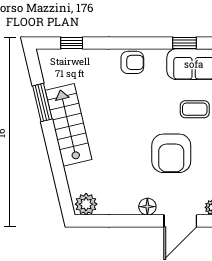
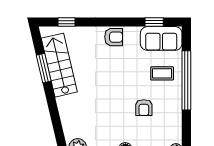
stairs: (69, 125) -> (59, 65), moved
armchair: (171, 153) -> (144, 108), width x0.53, depth x0.53

